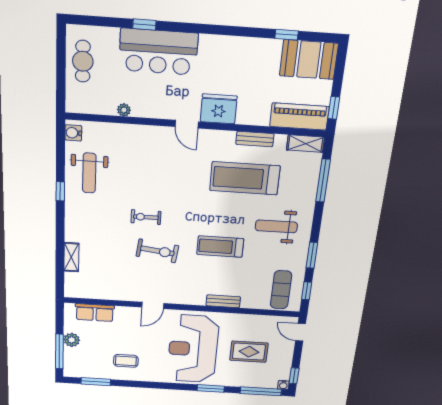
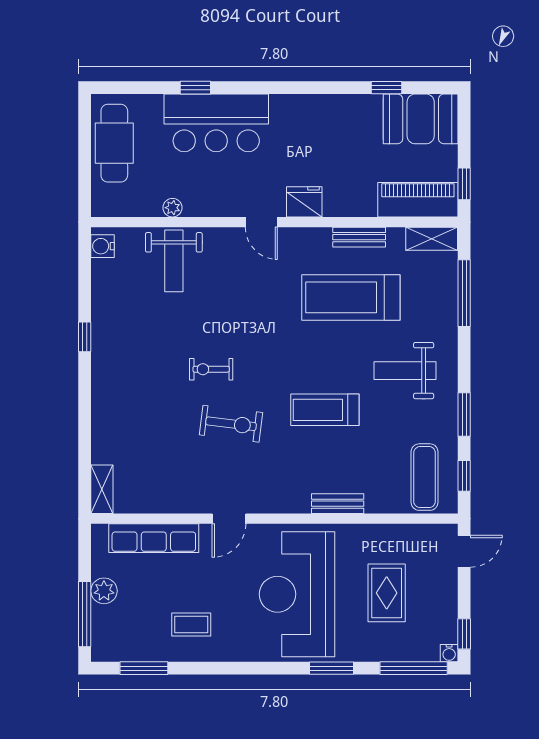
cafe table: (83, 61) -> (114, 143), width x1.37, depth x1.35
fridge: (219, 109) -> (304, 202), width x0.73, depth x0.75
weight bench: (89, 173) -> (174, 261), moved
shelving: (71, 257) -> (102, 489), moved
row of seats: (95, 313) -> (154, 538), width x1.48
door: (300, 332) -> (464, 551), swing flipped
rug: (249, 352) -> (387, 593), turned 90

